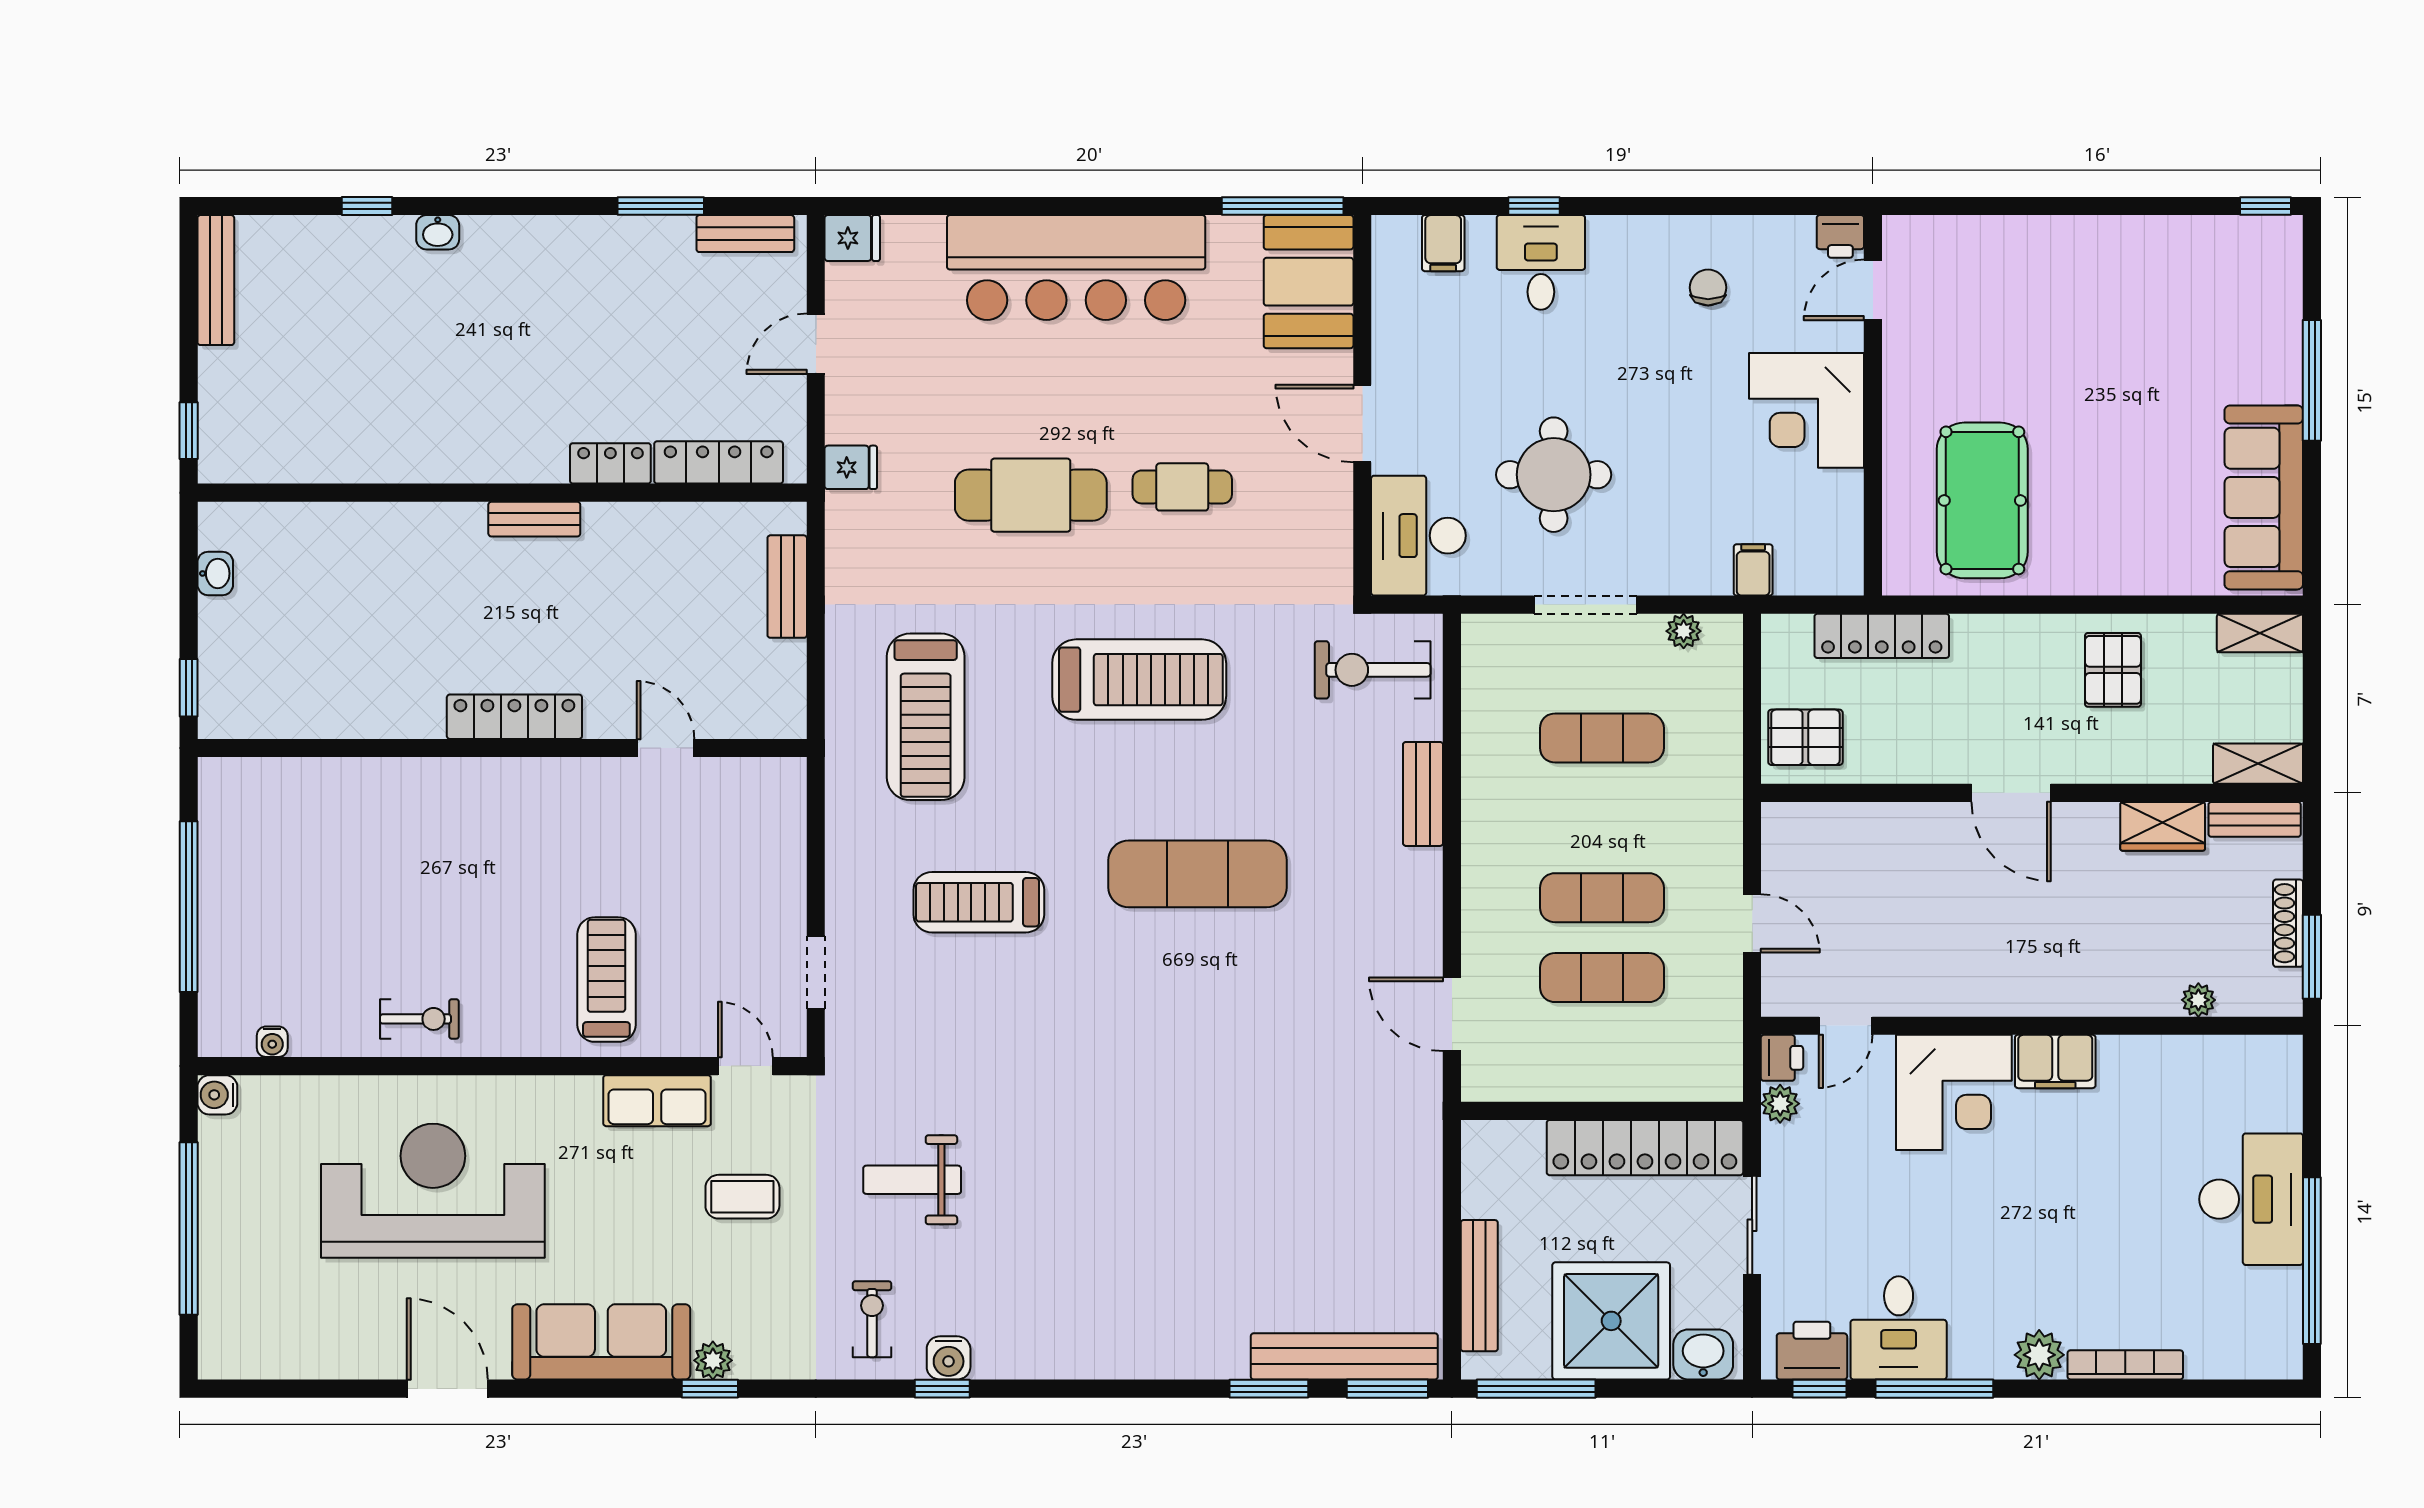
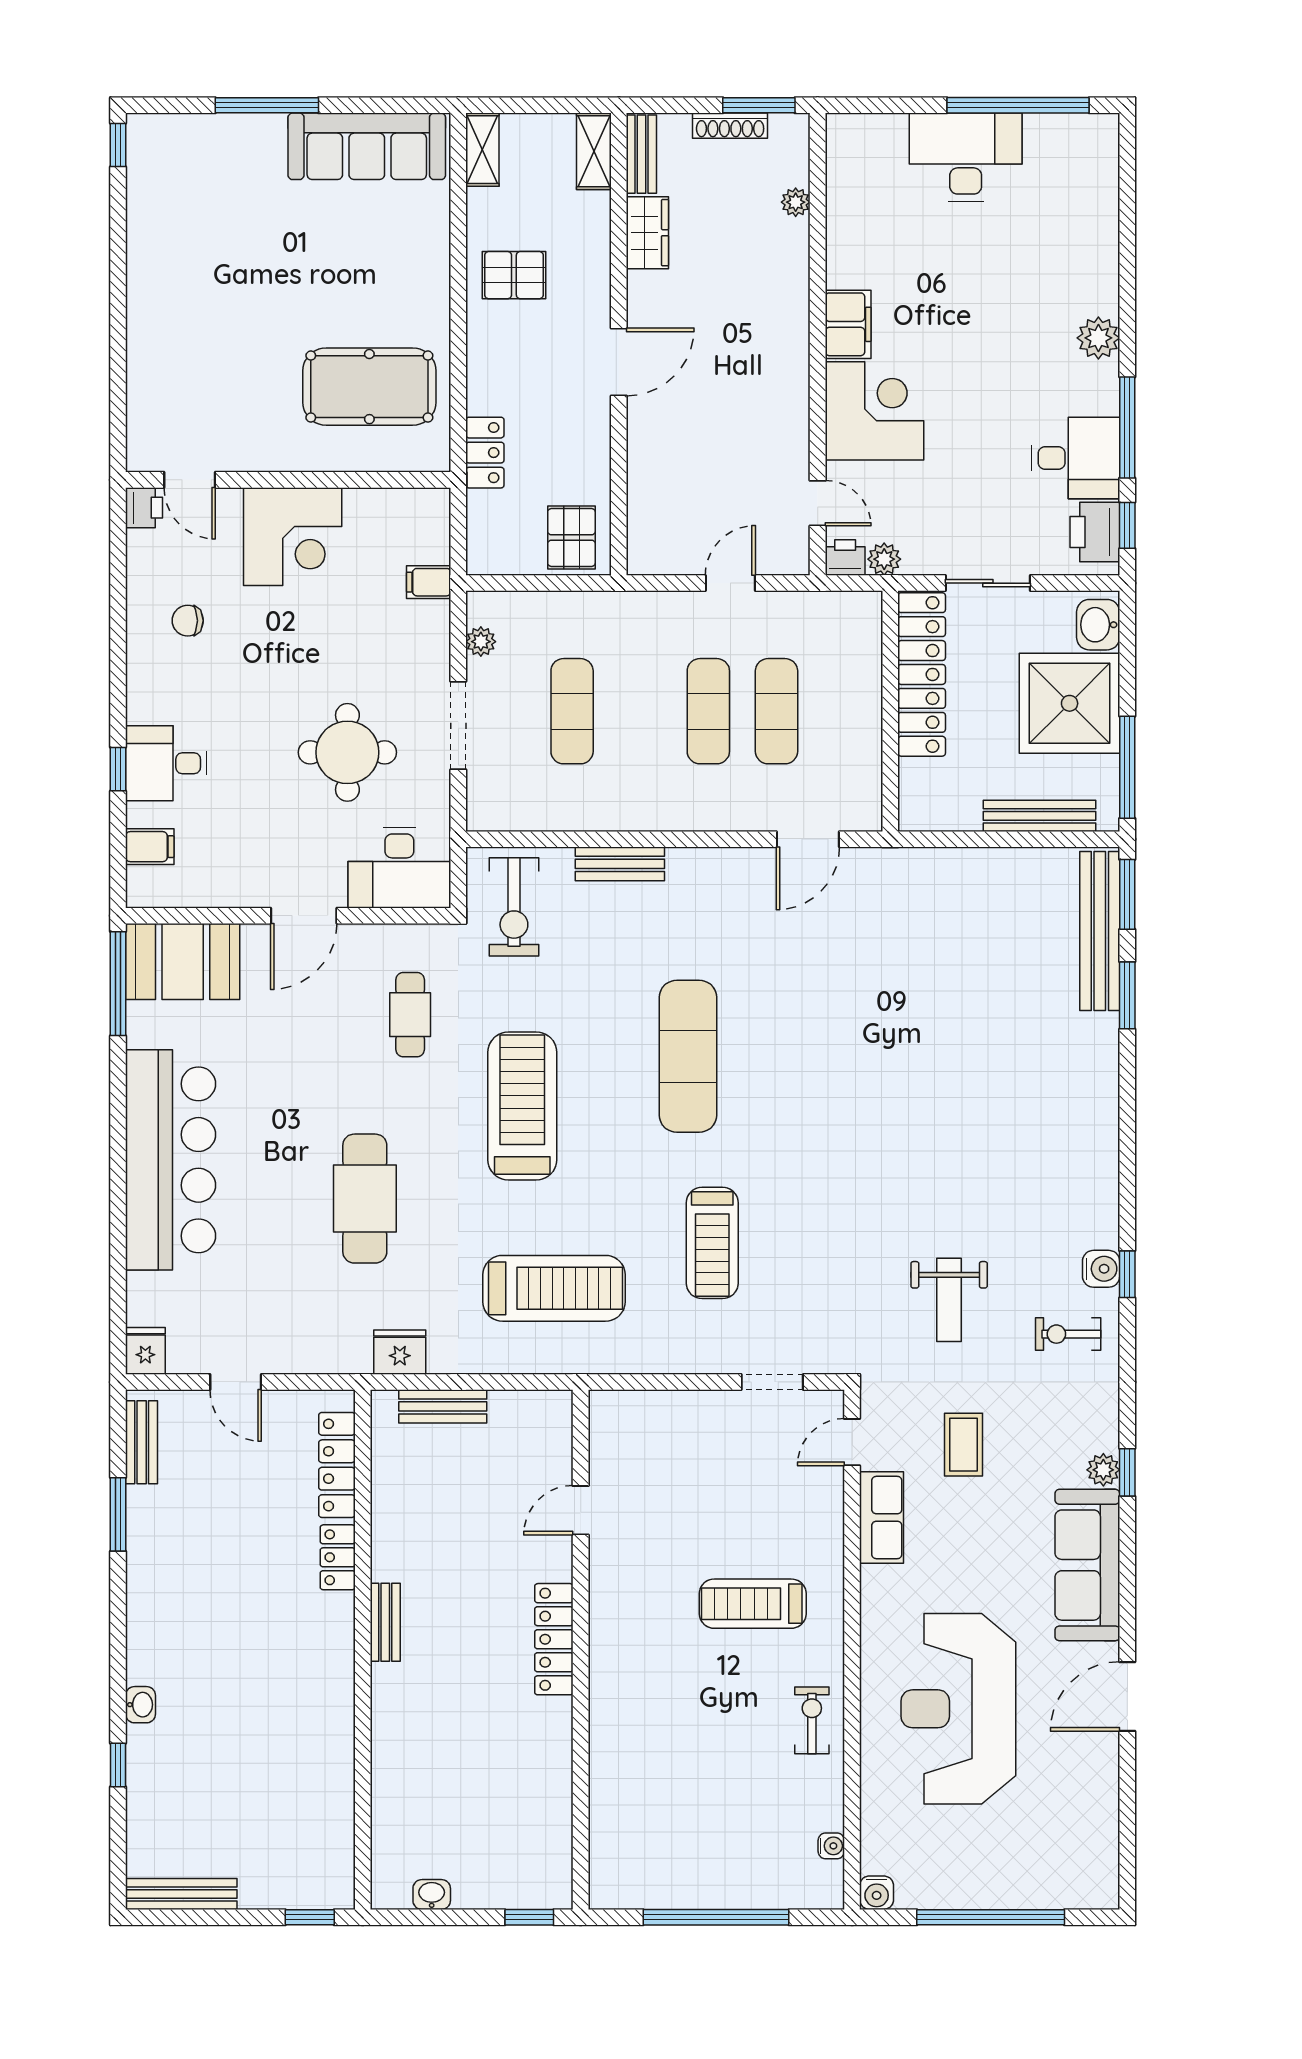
fridge: (851, 467) -> (400, 1352), moved, width x1.38
cafe table: (1182, 487) -> (410, 1015), moved
locker: (1882, 636) -> (485, 453), width x0.66
treadmill: (606, 980) -> (753, 1604), moved
bookcase: (2125, 1365) -> (1107, 265), removed

